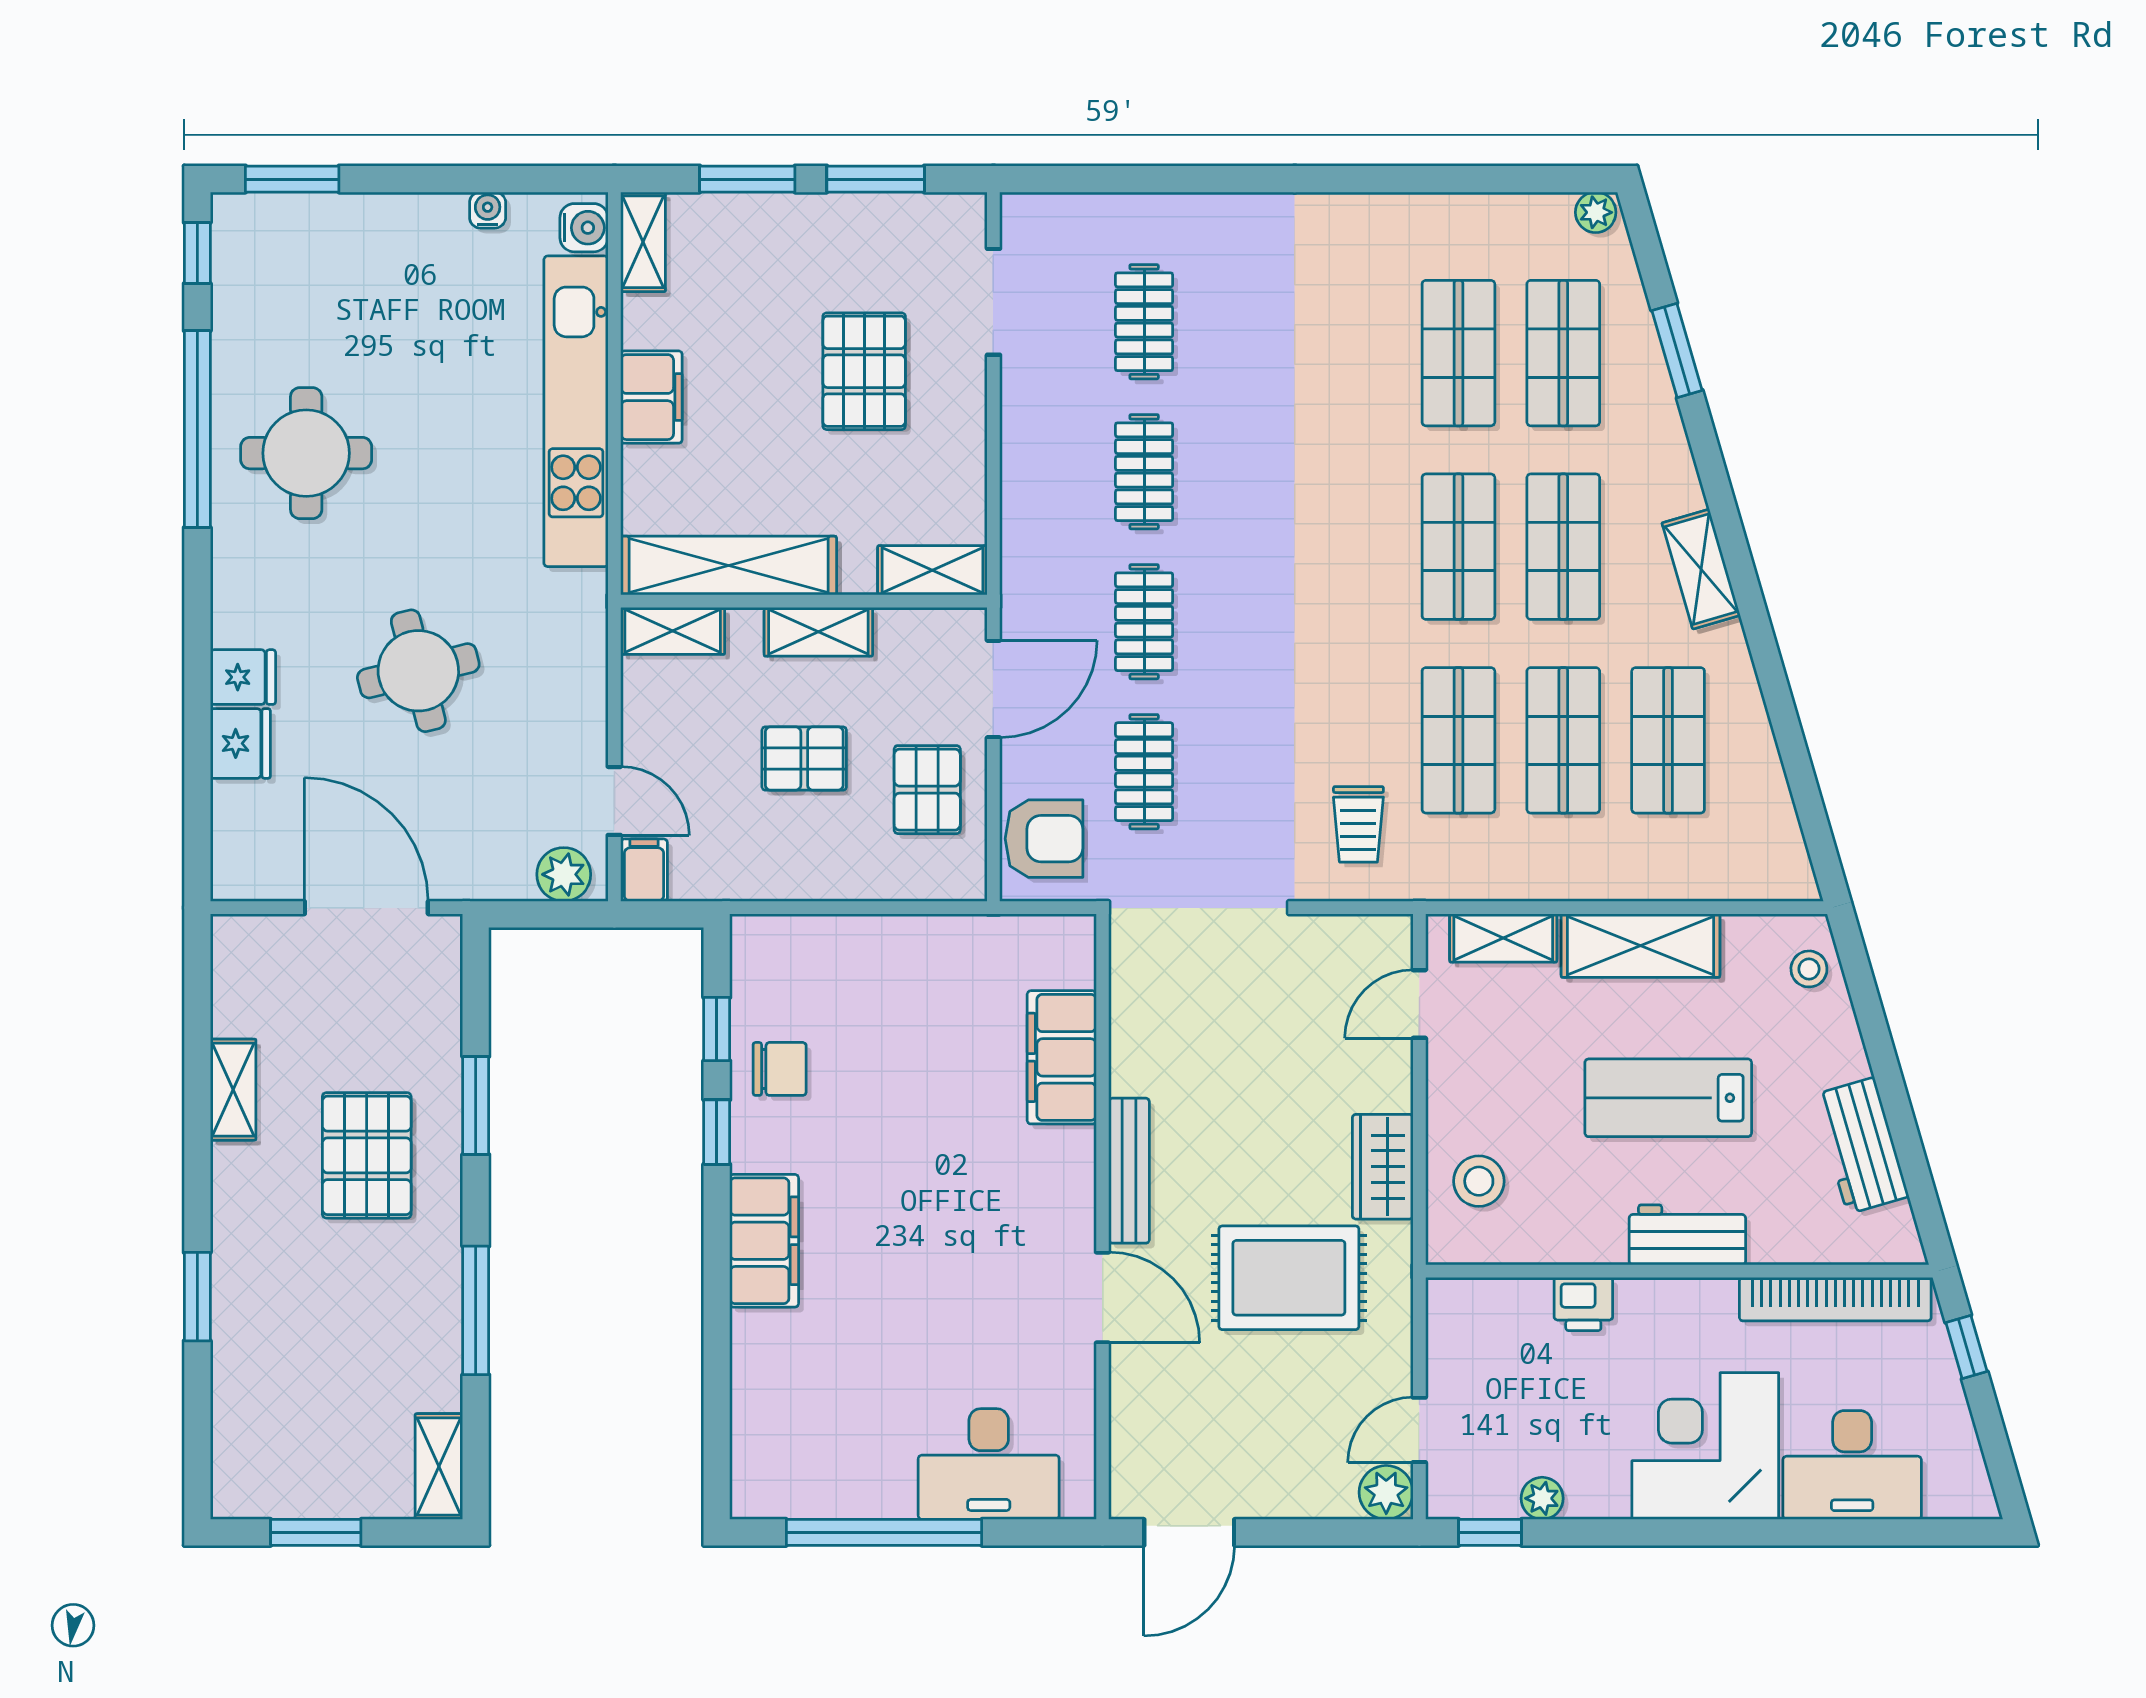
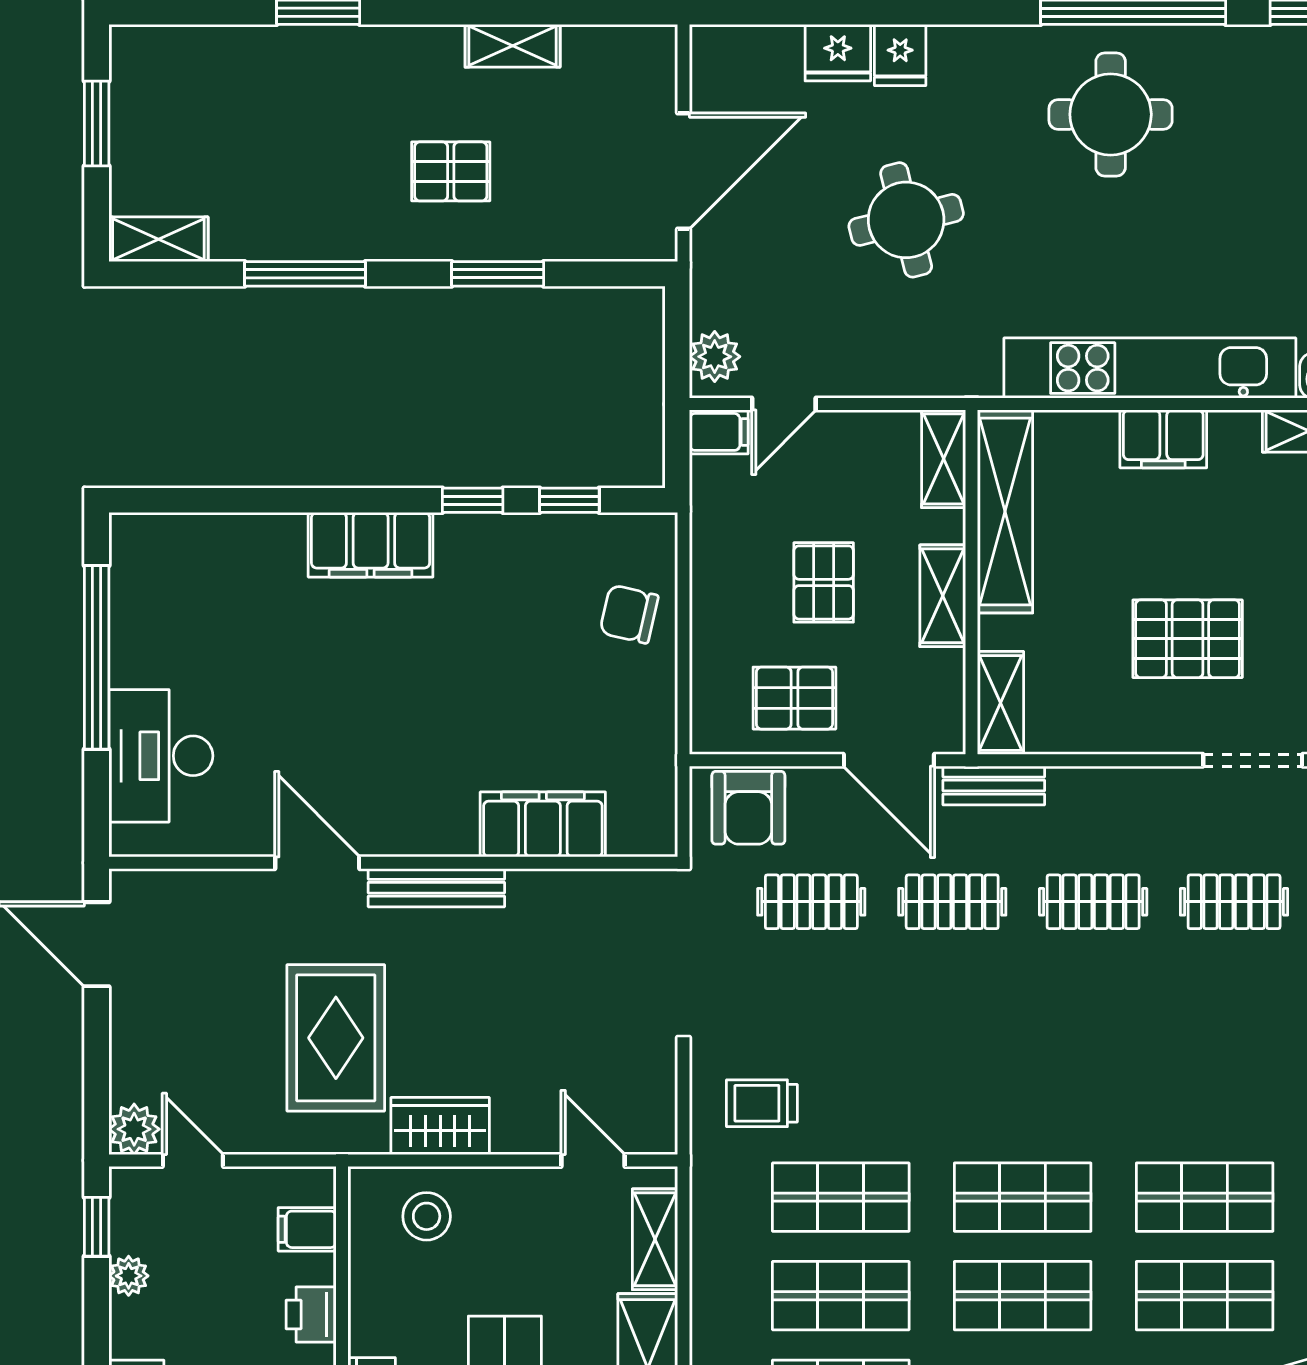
bench: (1020, 577) -> (994, 786), added
chair: (780, 1069) -> (629, 614), moved, turned 103
pallet: (367, 1155) -> (451, 171), width x0.67, depth x0.71
door: (1103, 1297) -> (317, 863), swing flipped
filing cabinet: (1493, 1308) -> (307, 1229), added

